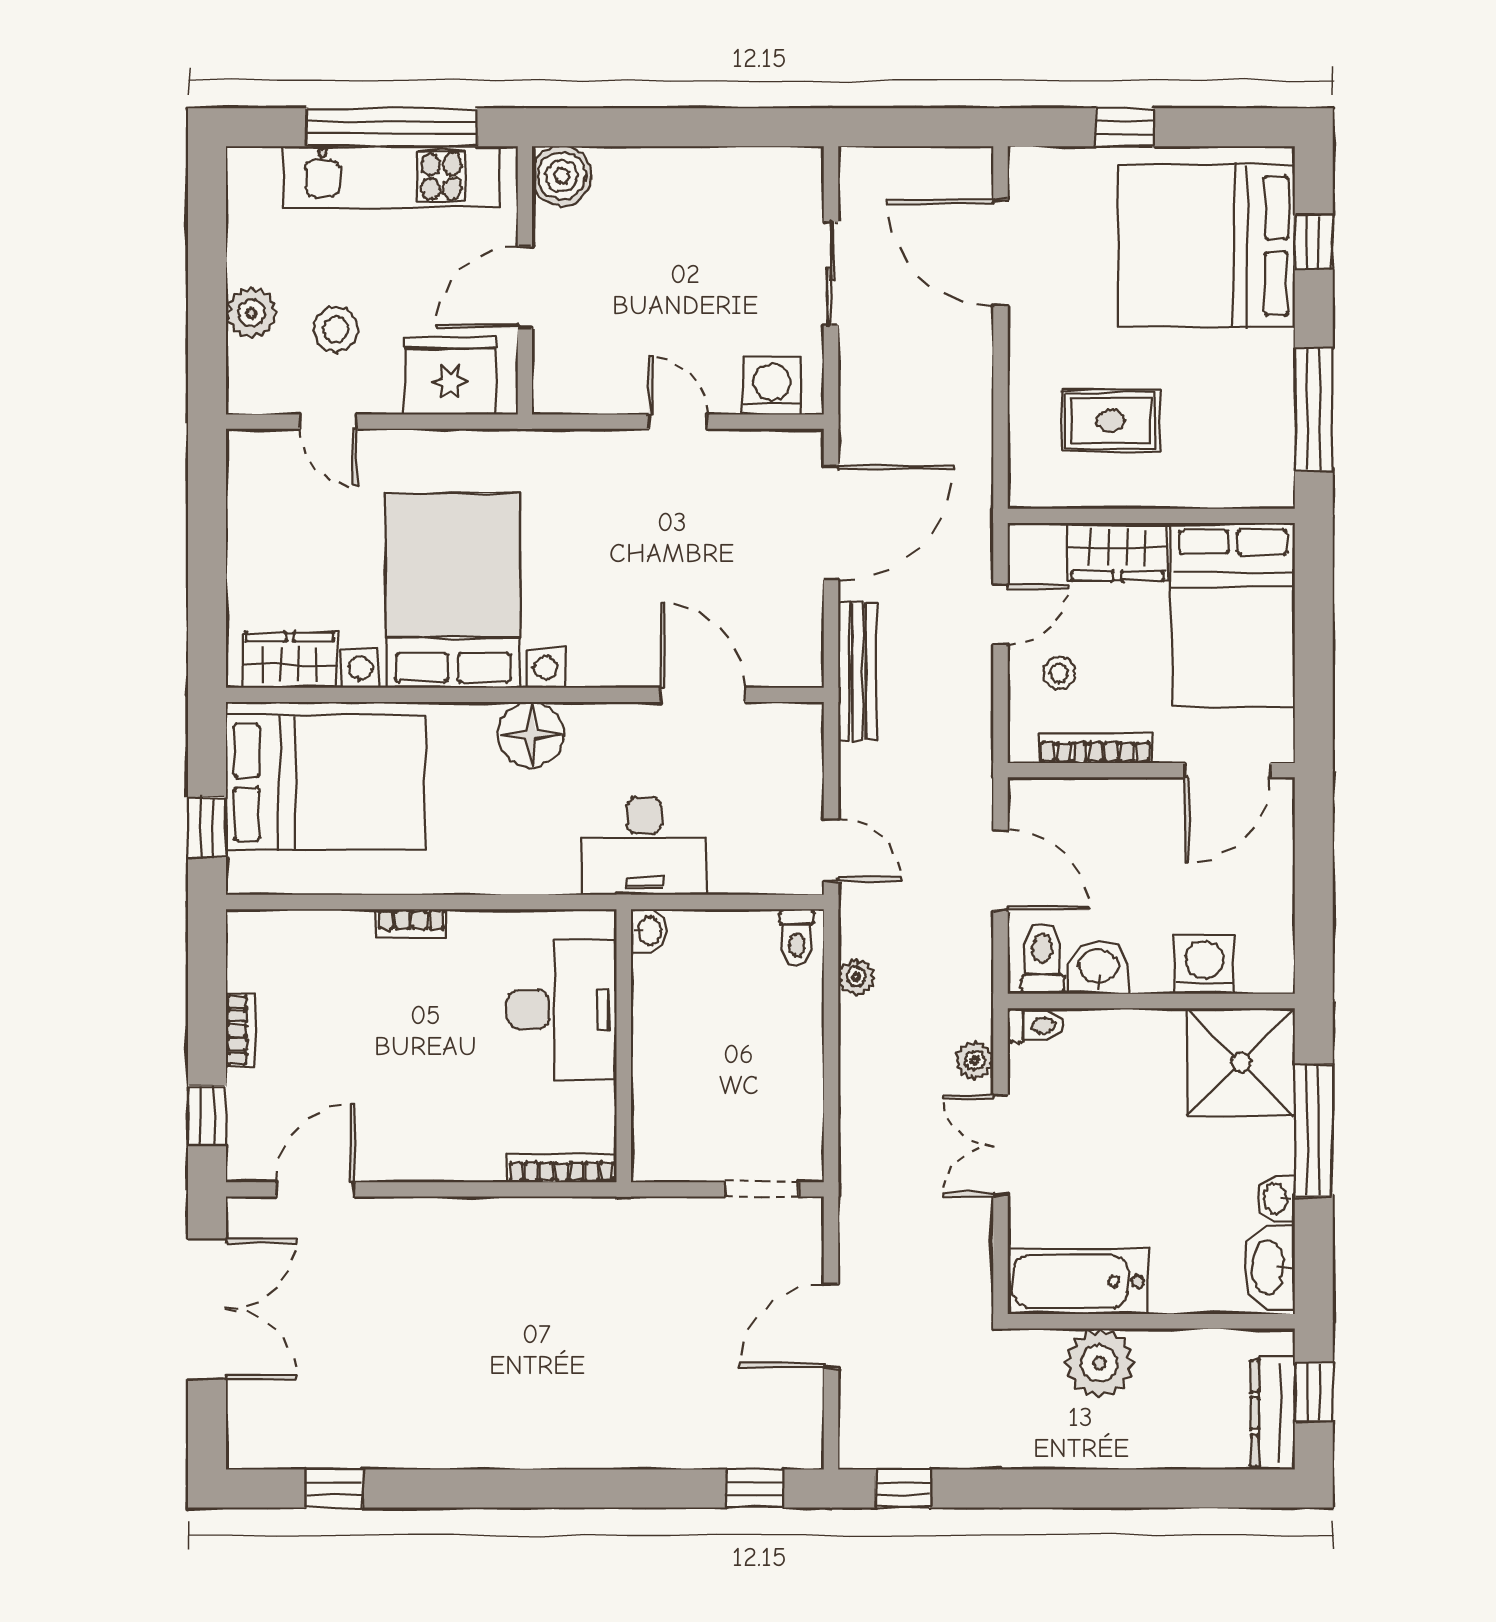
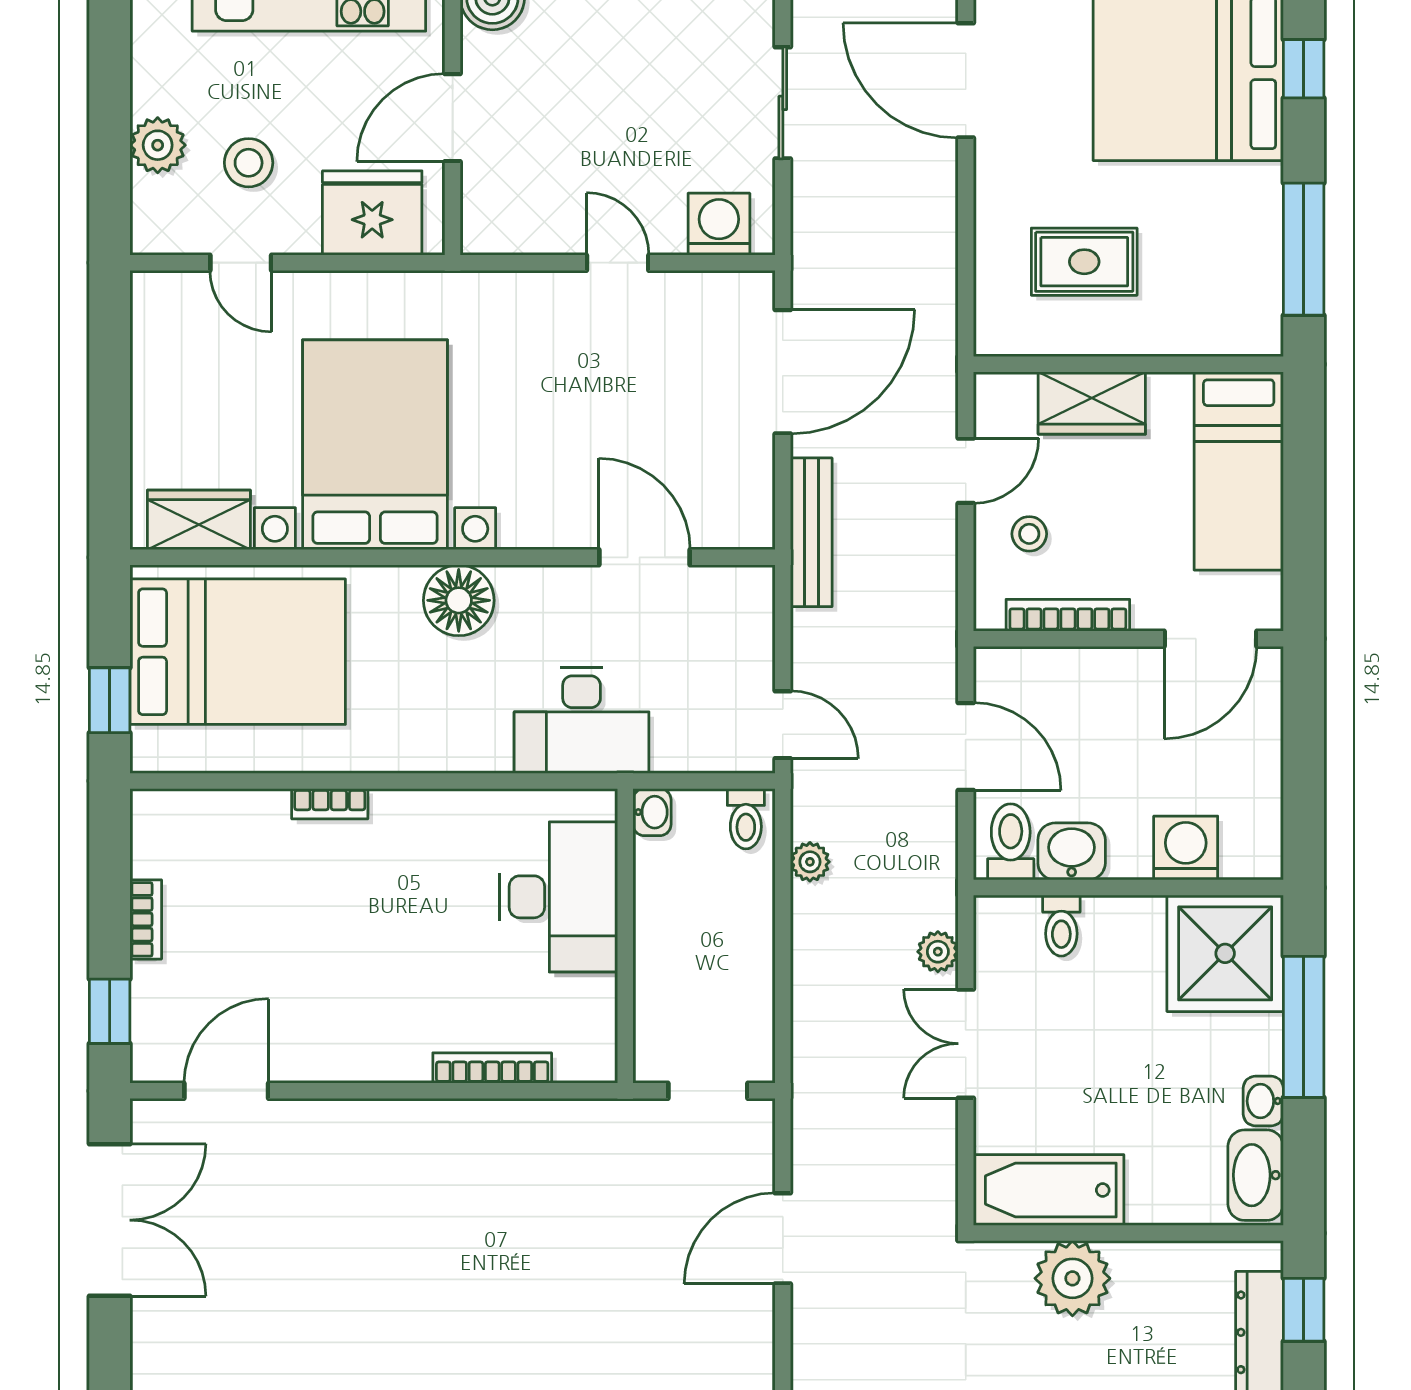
bed: (1233, 615) -> (1239, 471), width x0.67
washbasin: (649, 931) -> (652, 812), moved
desk: (562, 1010) -> (559, 897), moved
toilet: (1036, 1025) -> (1061, 926), moved, turned 90
wall: (624, 1046) -> (625, 936), moved

